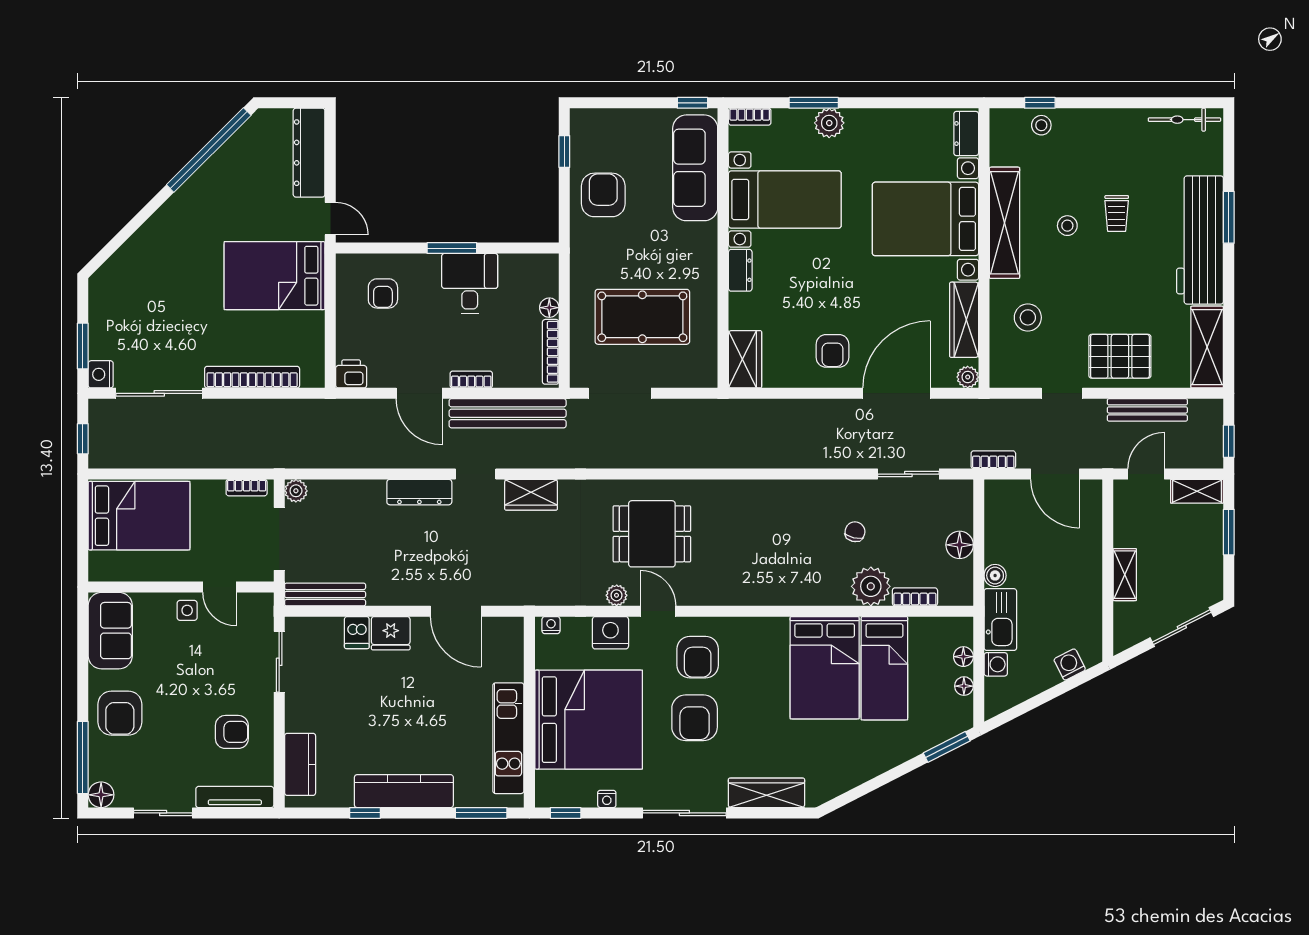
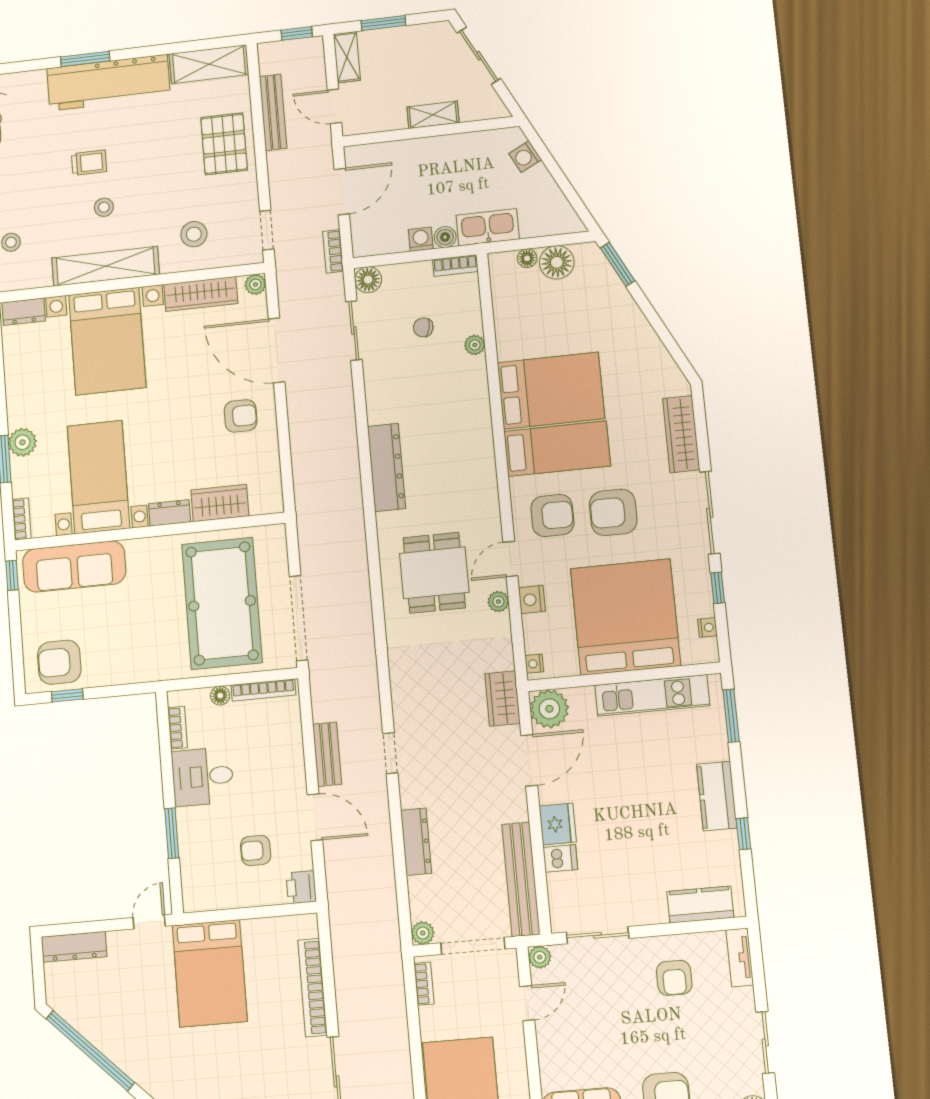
dresser: (309, 153) -> (74, 947), width x0.73, depth x0.80
armchair: (603, 195) -> (59, 662), moved
window: (452, 248) -> (172, 833), moved
armchair: (383, 293) -> (256, 850), moved, turned 180
pool table: (642, 317) -> (222, 603), width x1.36, depth x1.32
wardrobe: (745, 359) -> (220, 503), moved
bookcase: (471, 379) -> (178, 728), moved, turned 180
door: (419, 393) -> (315, 817), hinge flipped
doorway: (620, 393) -> (299, 618), width x1.36
doorway: (1062, 393) -> (267, 230), moved
bench: (508, 413) -> (327, 754), width x0.54, depth x0.82
dresser: (419, 492) -> (416, 842), moved
wardrobe: (531, 495) -> (503, 699), moved, turned 180
dresser: (764, 495) -> (386, 467), added
chair: (855, 532) -> (423, 327), moved
floor lamp: (960, 545) -> (368, 280), moved
plant: (871, 586) -> (475, 345), width x0.53, depth x0.53
bench: (325, 594) -> (521, 879), width x1.37, depth x1.21
bookcase: (915, 597) -> (455, 266), moved, turned -90
plant: (263, 603) -> (540, 957), added
side table: (187, 610) -> (554, 1035), removed
nightstand: (610, 633) -> (532, 600), width x0.74, depth x0.75
plant: (505, 636) -> (549, 709), added
washing machine: (996, 664) -> (421, 239), moved
bed: (884, 668) -> (557, 449), moved
floor lamp: (964, 686) -> (557, 262), width x1.89, depth x1.89
armchair: (695, 718) -> (613, 512), turned 180
armchair: (232, 732) -> (674, 978), turned 180
kitchen counter: (404, 791) -> (717, 796), width x0.67
tv unit: (235, 797) -> (740, 957), width x0.71
nightstand: (607, 799) -> (707, 627), moved
window: (566, 813) -> (718, 588), moved

